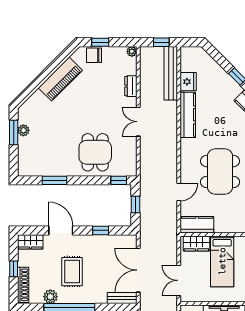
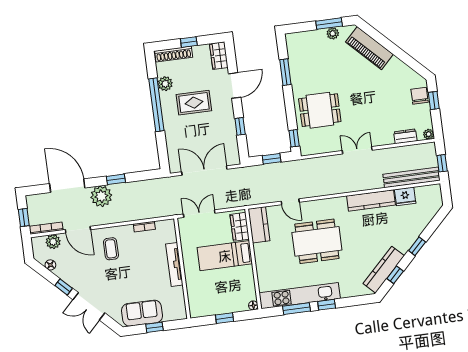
piano: (60, 79) -> (369, 48), moved
dresser: (131, 86) -> (405, 136), moved
bench: (122, 298) -> (173, 158), removed

